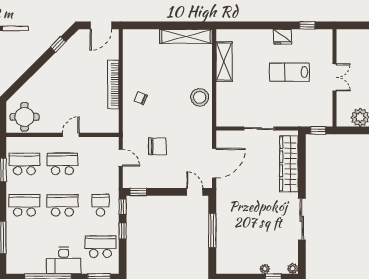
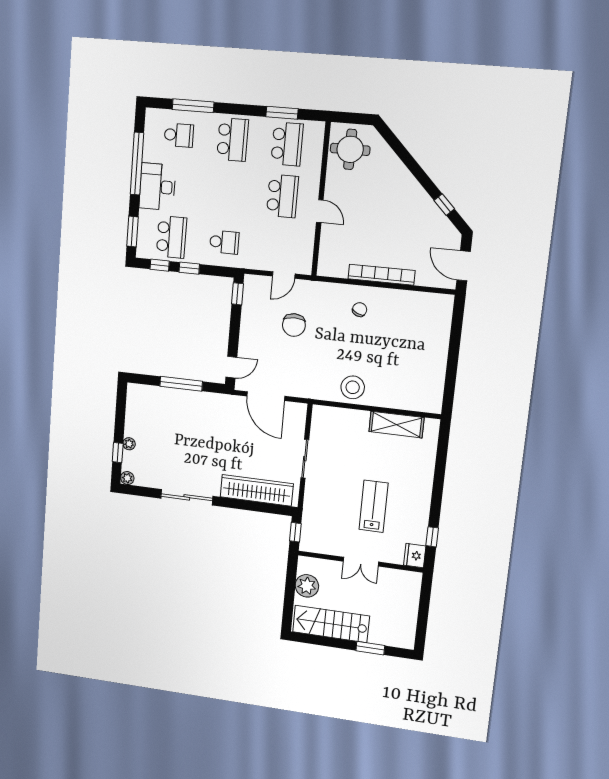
shelving: (186, 36) -> (435, 379), removed
fridge: (283, 37) -> (415, 556), moved
school desk: (62, 205) -> (179, 135), moved, width x0.54
window: (123, 207) -> (160, 265), moved

